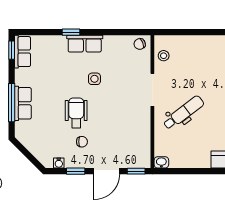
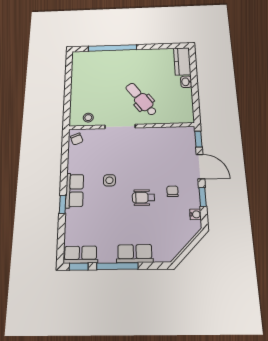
window: (12, 103) -> (117, 266), moved
wheelchair: (76, 113) -> (144, 198), width x0.73, depth x0.73
washbasin: (161, 162) -> (186, 82), moved

